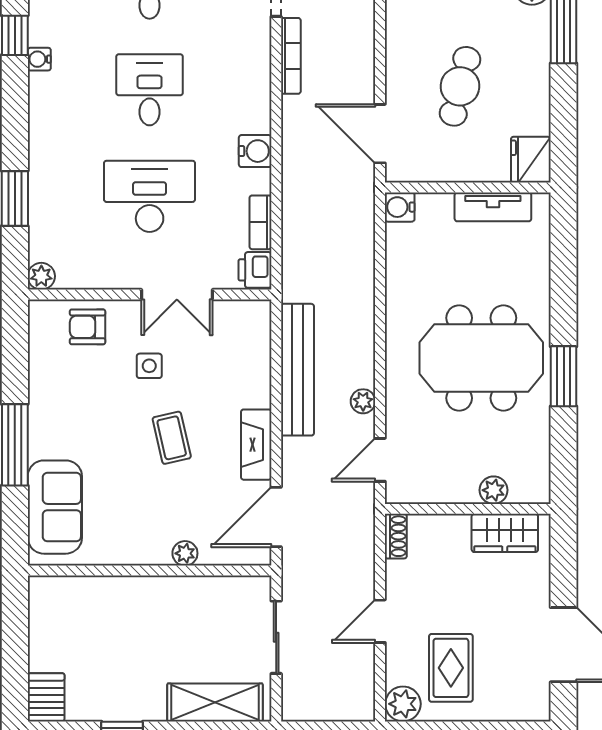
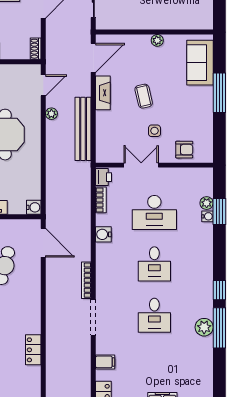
water cooler: (39, 59) -> (208, 216), moved
plant: (41, 276) -> (207, 203), moved
plant: (185, 553) -> (157, 40), moved

